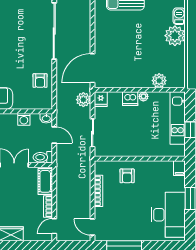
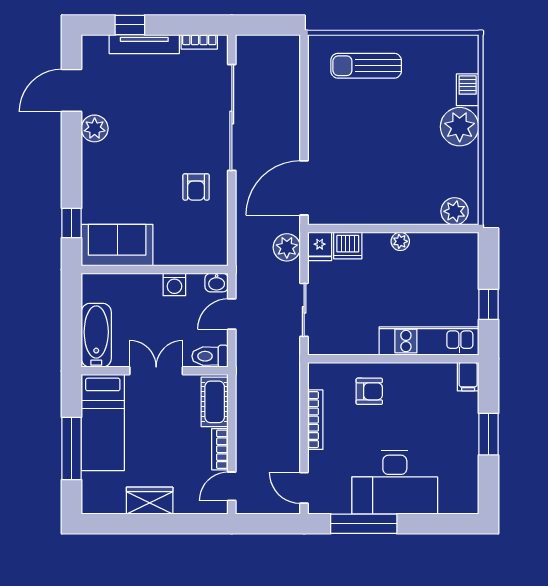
armchair: (40, 81) -> (196, 187), moved
plant: (159, 81) -> (455, 211), moved
dishwasher: (130, 99) -> (348, 246), moved
kitchen unit: (178, 118) -> (429, 341), moved, turned 90
door: (54, 135) -> (232, 314), swing flipped
armchair: (127, 176) -> (369, 391), turned -90
desk: (168, 215) -> (395, 482), moved, turned 90

